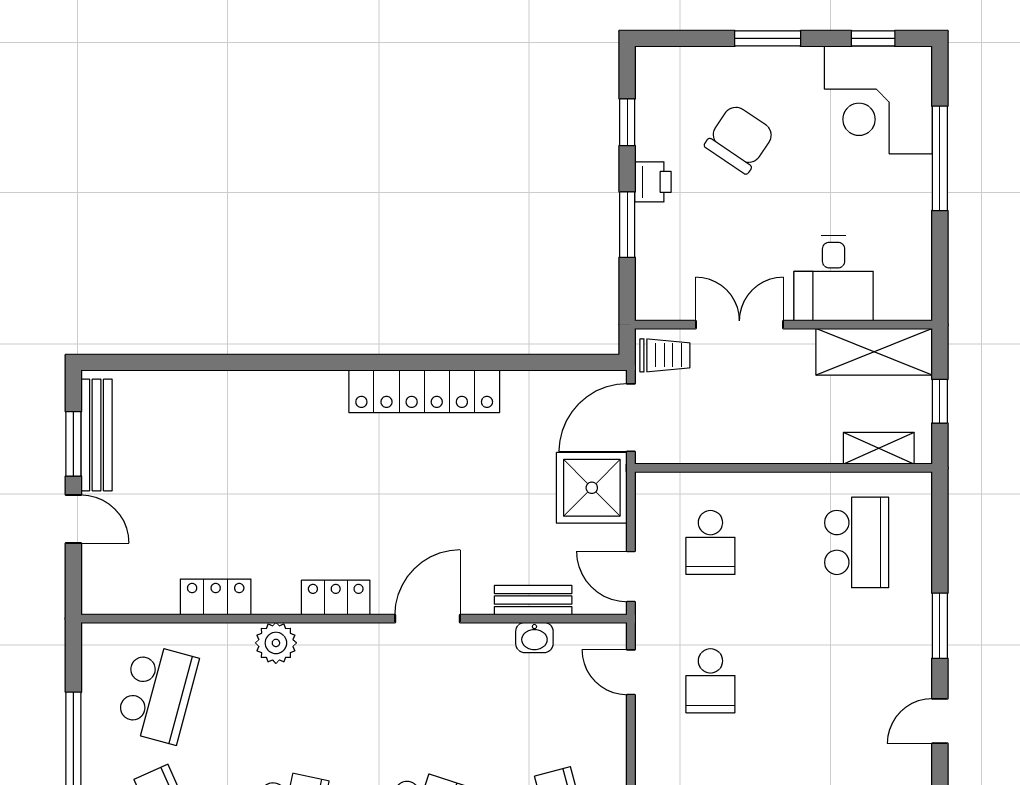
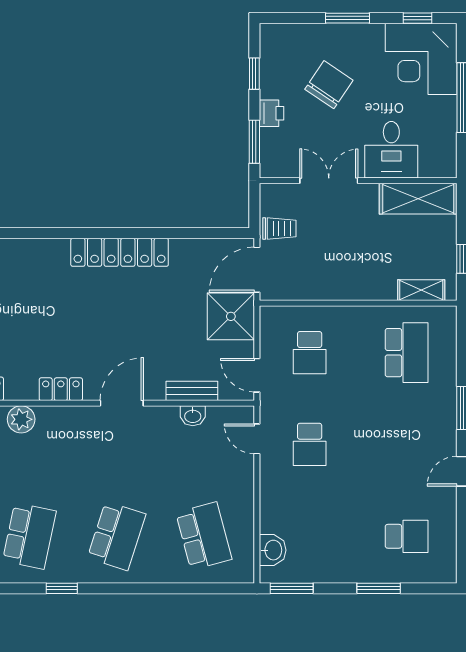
desk: (834, 278) -> (391, 150), moved
double door: (739, 325) -> (329, 181), moved
wall: (784, 325) -> (358, 181), moved
shelving: (874, 352) -> (418, 199), moved

